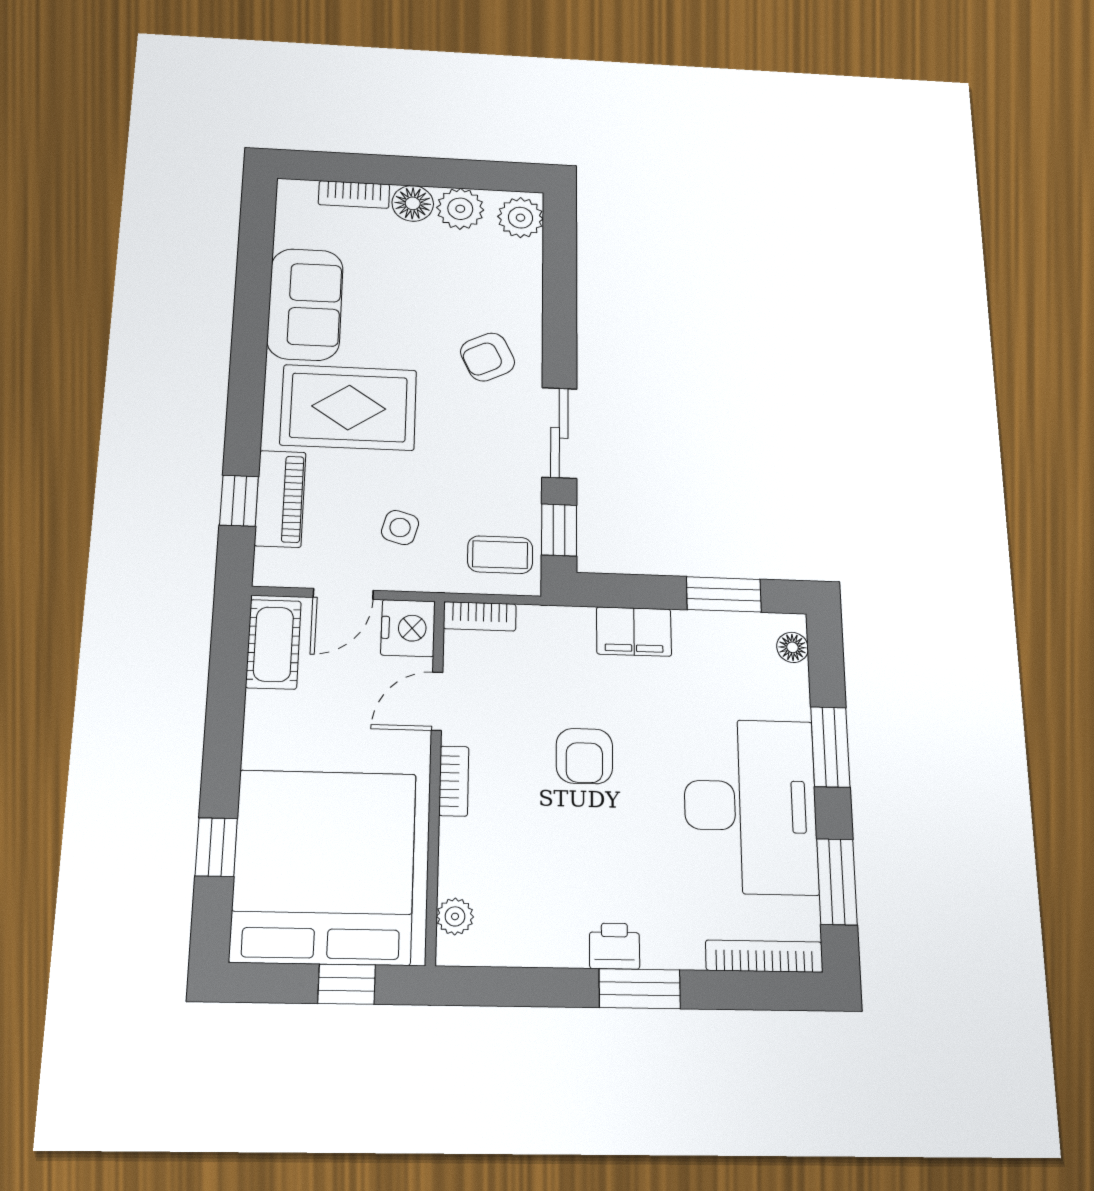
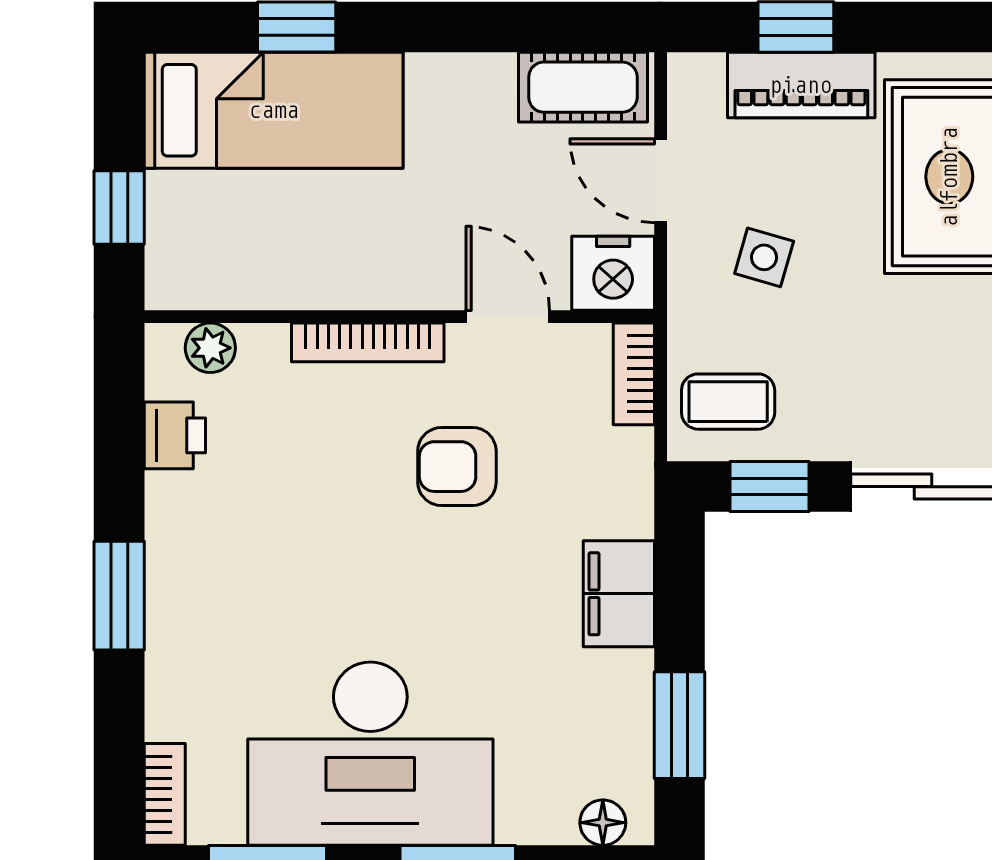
coffee table: (500, 555) -> (728, 402), turned 90
armchair: (584, 756) -> (457, 467), moved
bookcase: (454, 781) -> (368, 342), width x1.56
bed: (324, 867) -> (274, 110), width x0.49
printer: (614, 946) -> (175, 435), moved
bookcase: (764, 956) -> (165, 794), width x0.64

